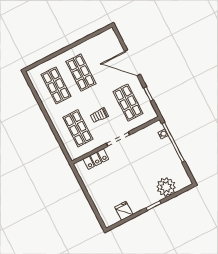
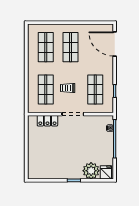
door: (132, 63) -> (115, 44), moved
fridge: (124, 211) -> (106, 172), moved

